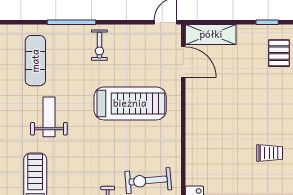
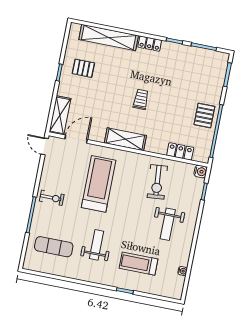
weight bench: (49, 117) -> (97, 245), turned 90
shelving: (196, 127) -> (125, 139), added
trolley: (270, 153) -> (141, 99), moved

